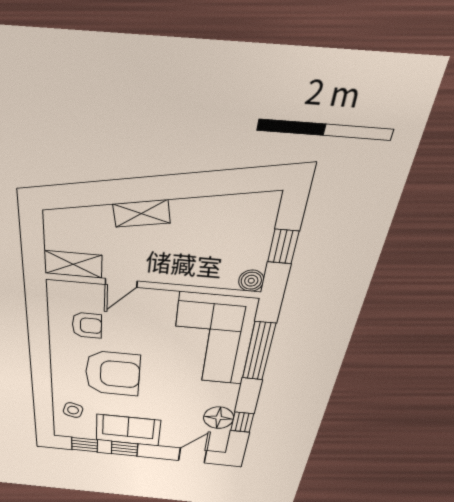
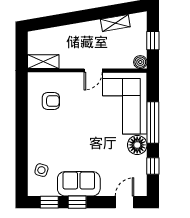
shelving: (141, 213) -> (115, 23), moved
door: (121, 283) -> (93, 70), moved
window: (259, 351) -> (153, 123), moved
armchair: (112, 374) -> (67, 136), removed
floor lamp: (219, 418) -> (137, 145), moved

